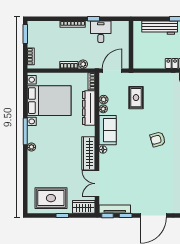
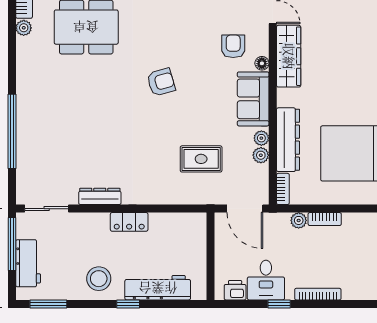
printer: (118, 26) -> (235, 290), added
door: (112, 71) -> (245, 209), hinge flipped
rug: (136, 98) -> (201, 159), turned 90
armchair: (119, 159) -> (233, 46), added

